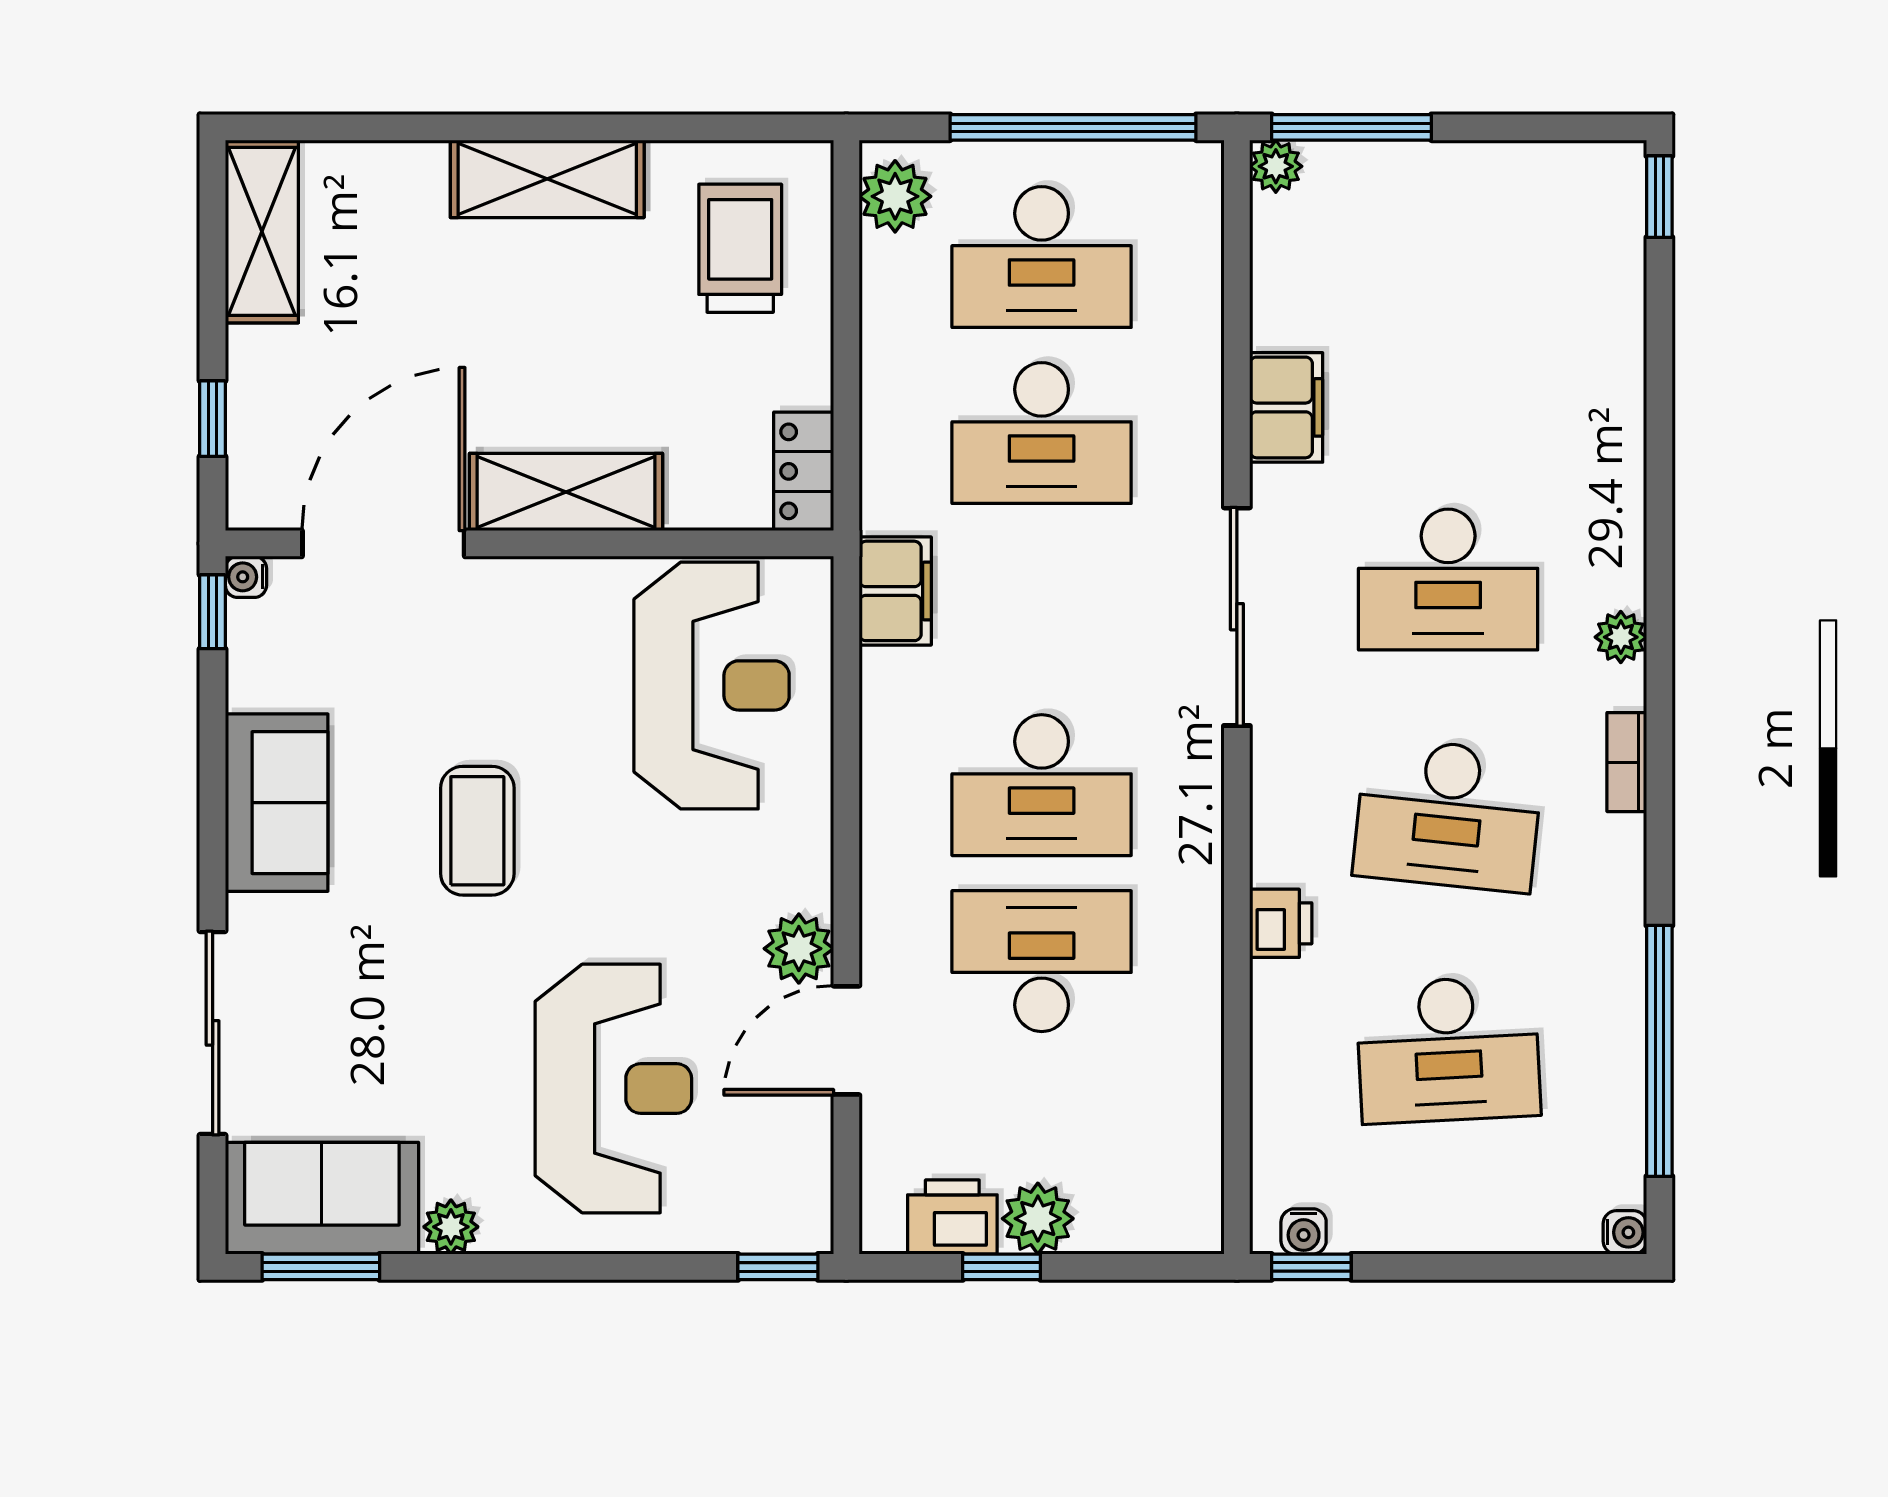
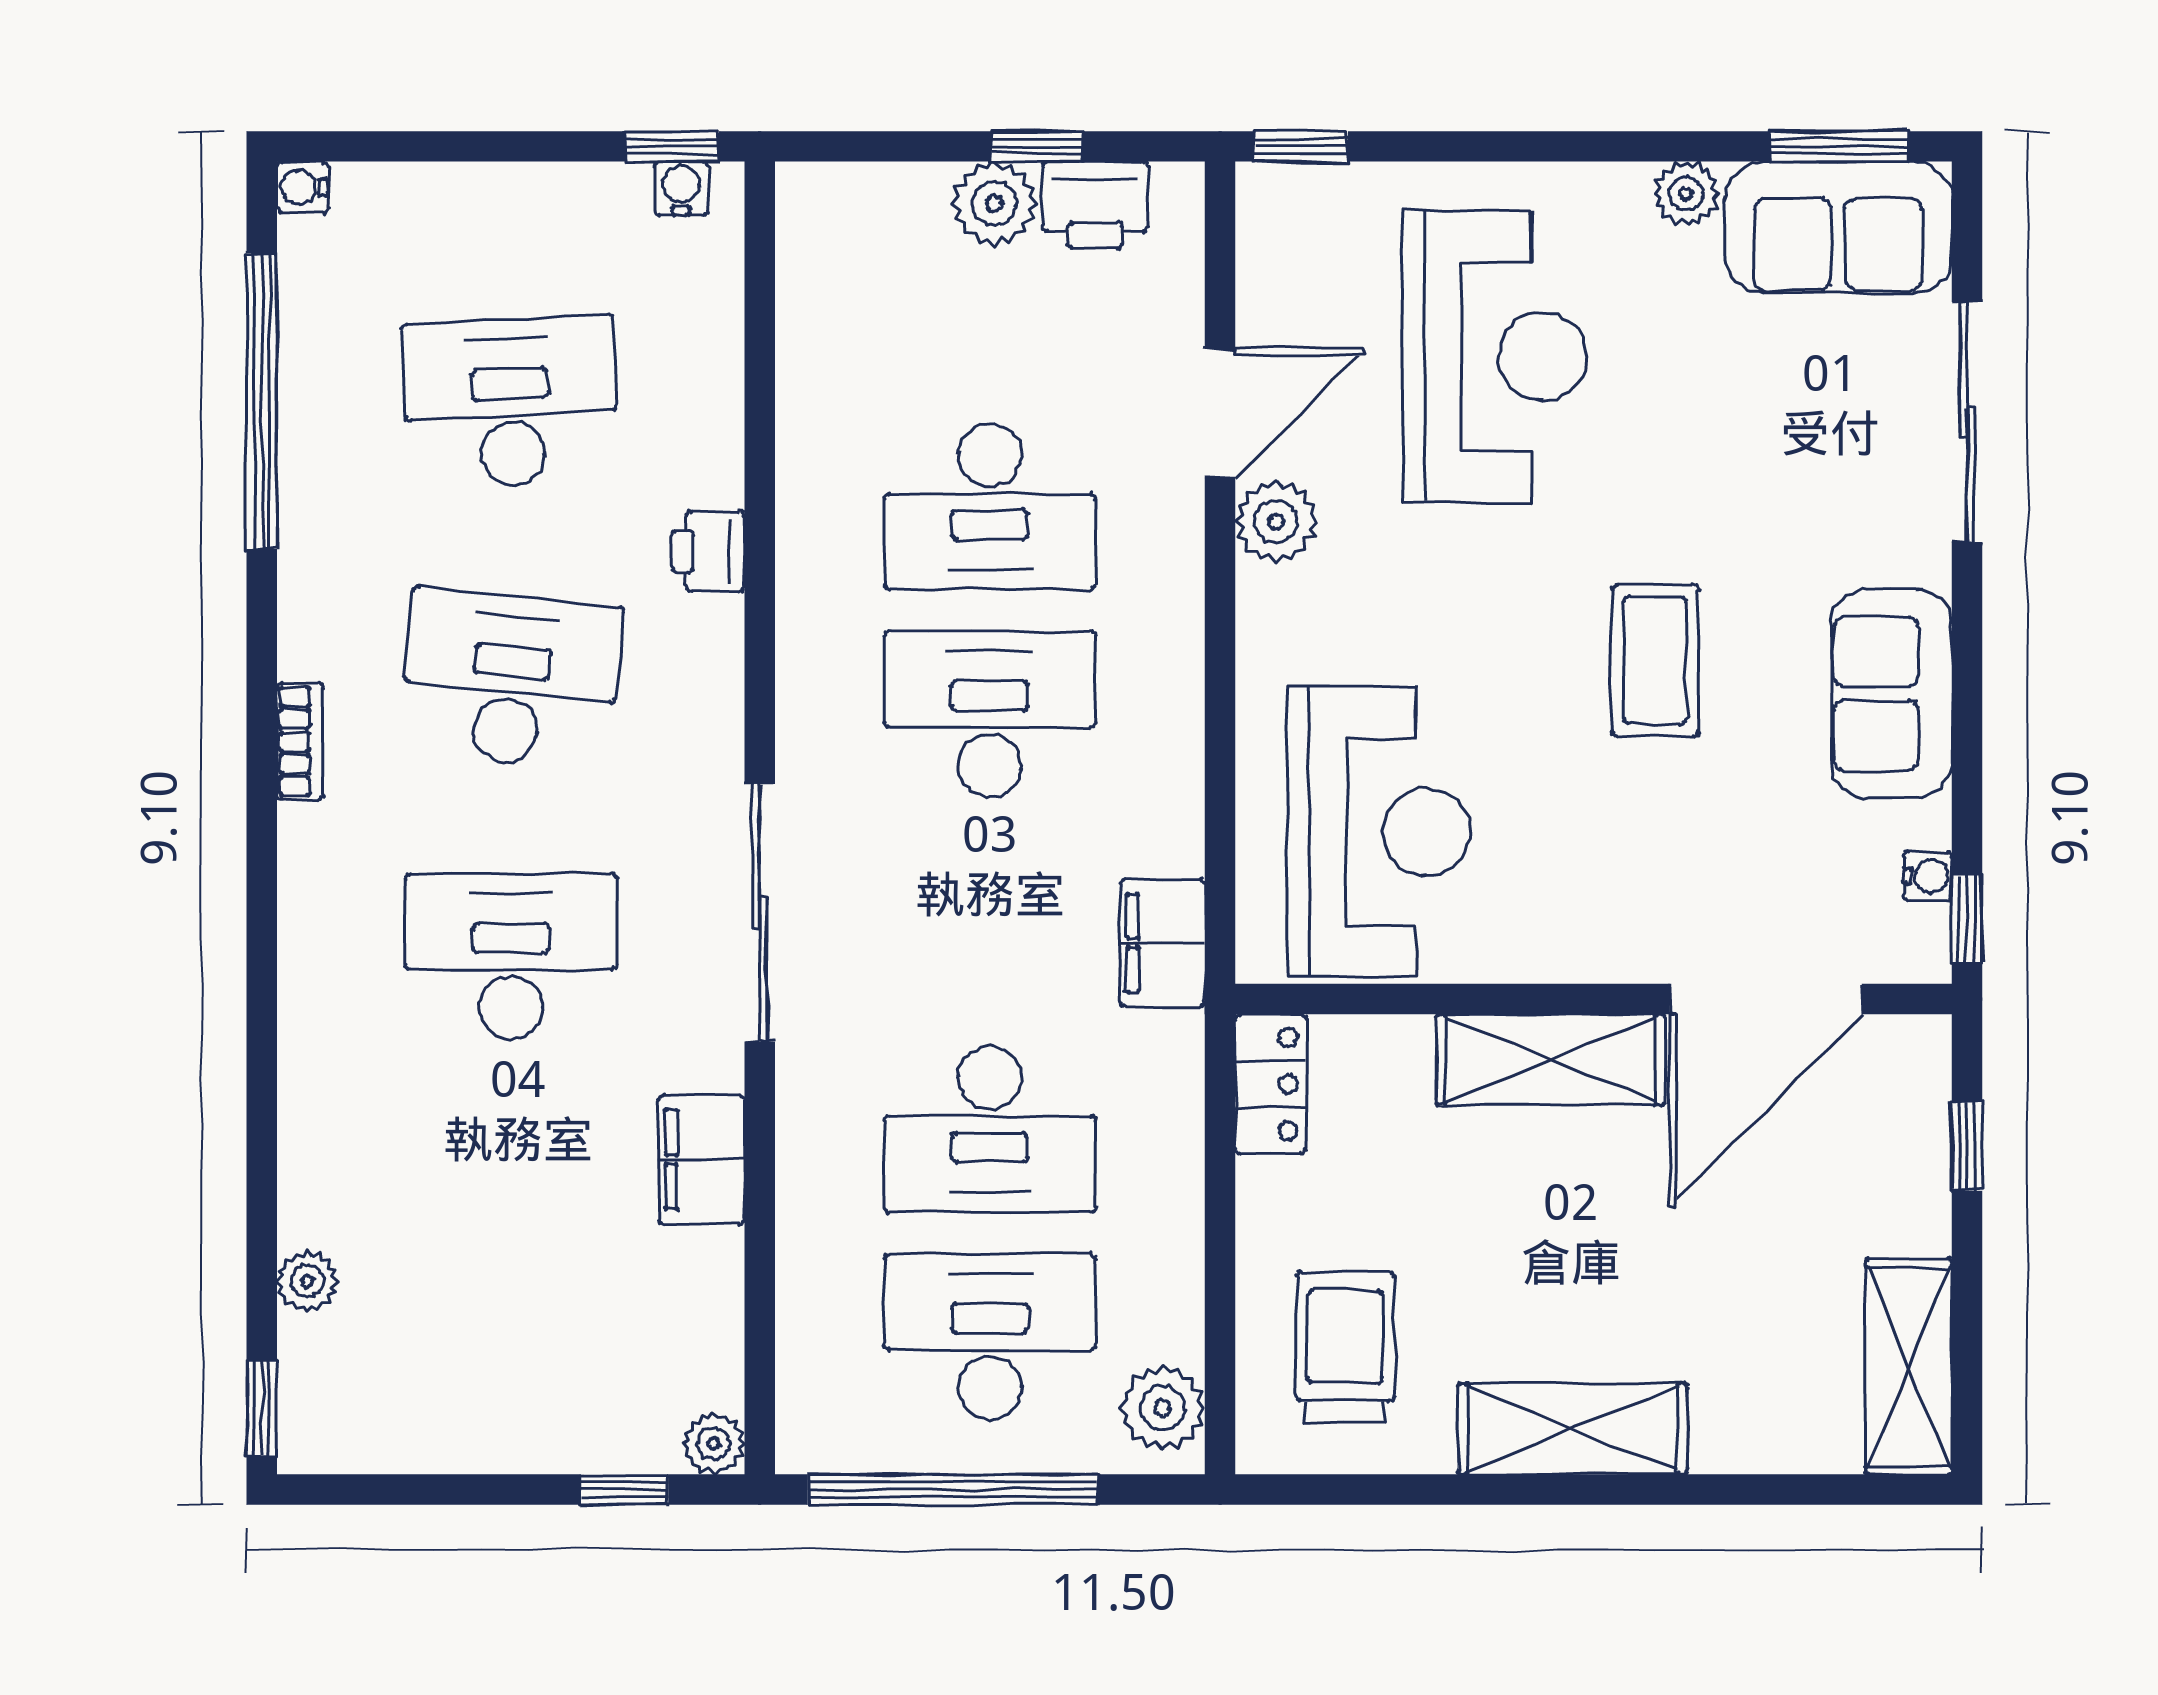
window: (1352, 127) -> (625, 1490), width x0.46
trolley: (740, 248) -> (1345, 1347), turned 180
desk: (1042, 433) -> (990, 1129), turned 180
water cooler: (246, 577) -> (1928, 876), moved
plant: (1621, 637) -> (307, 1281), moved
reception desk: (712, 685) -> (1379, 832), turned 180
reception desk: (613, 1088) -> (1495, 357), turned 180

